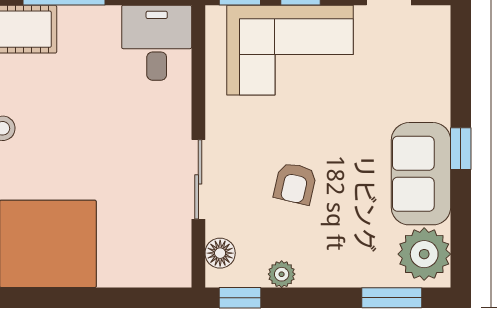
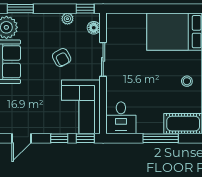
corner sofa: (290, 50) -> (81, 107), moved, turned -90
armchair: (295, 183) -> (62, 58), turned 138

